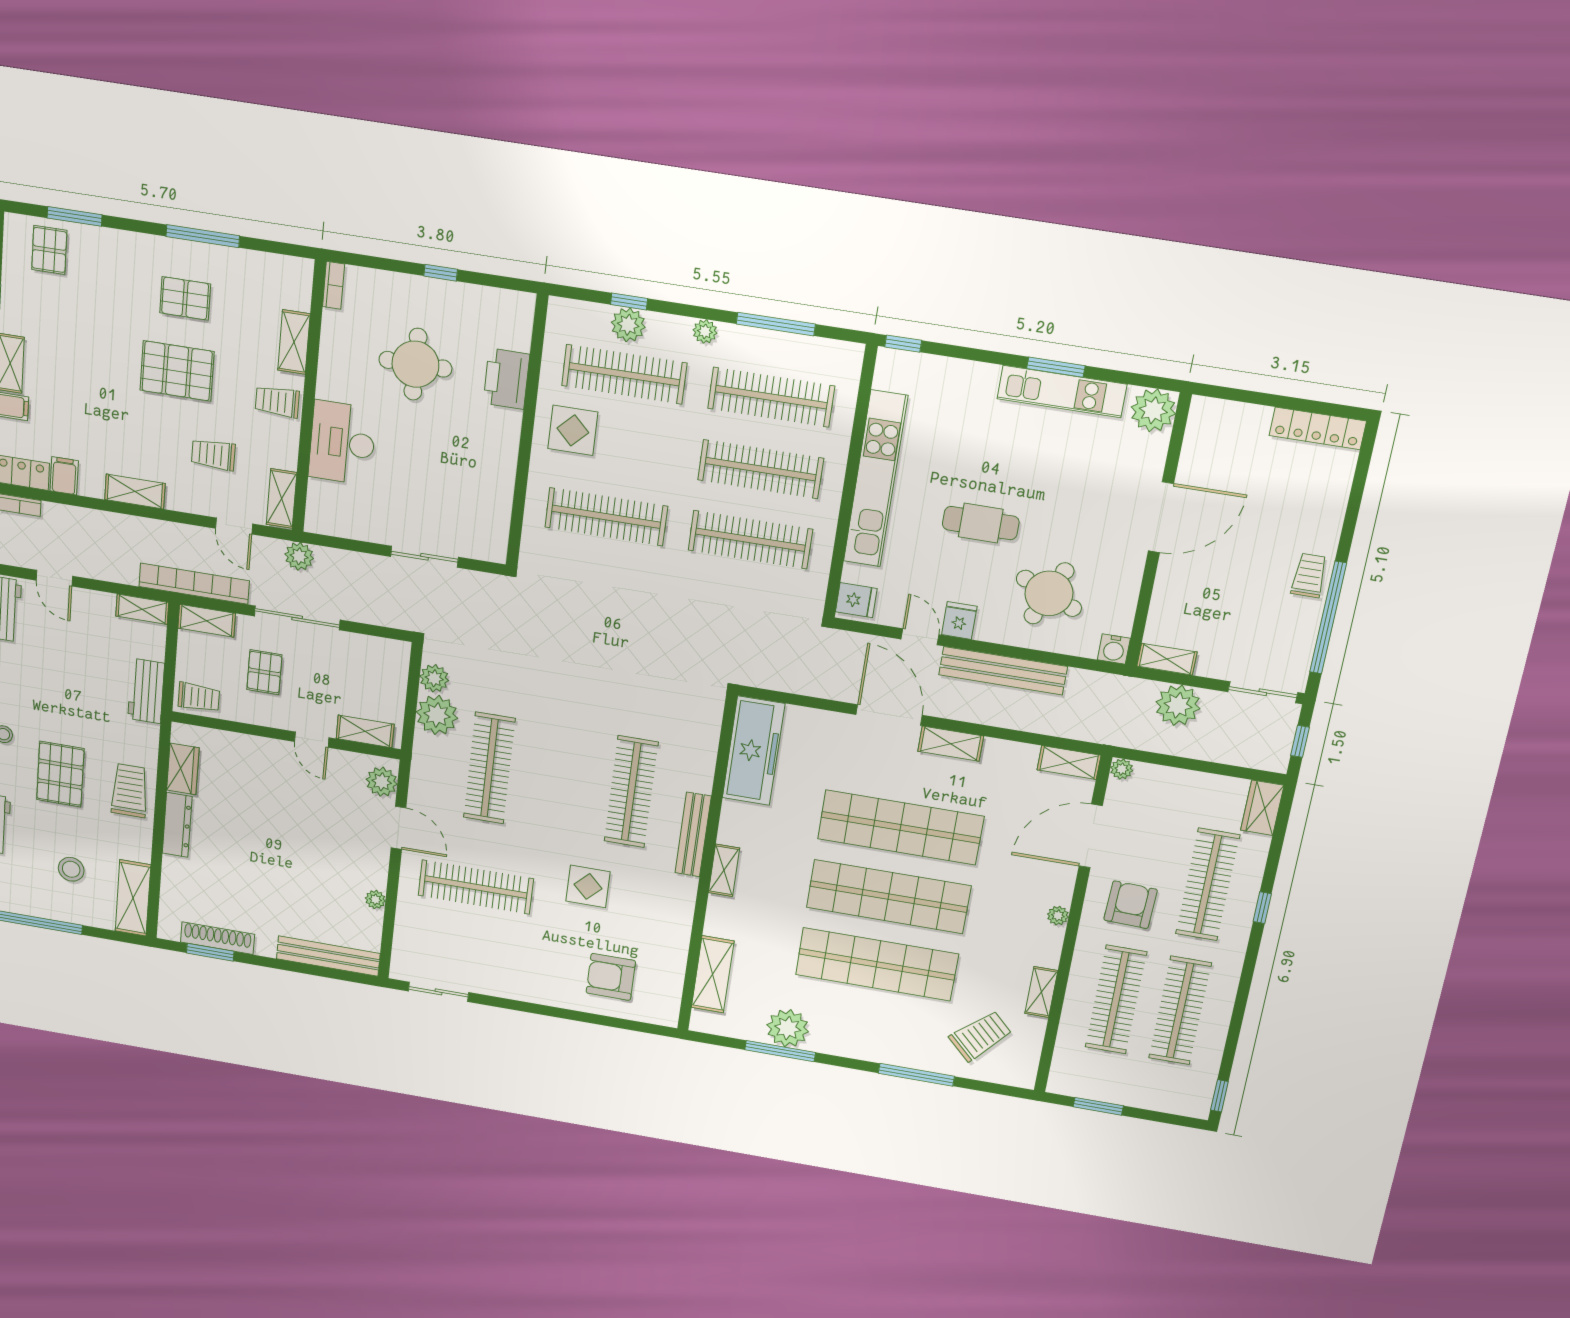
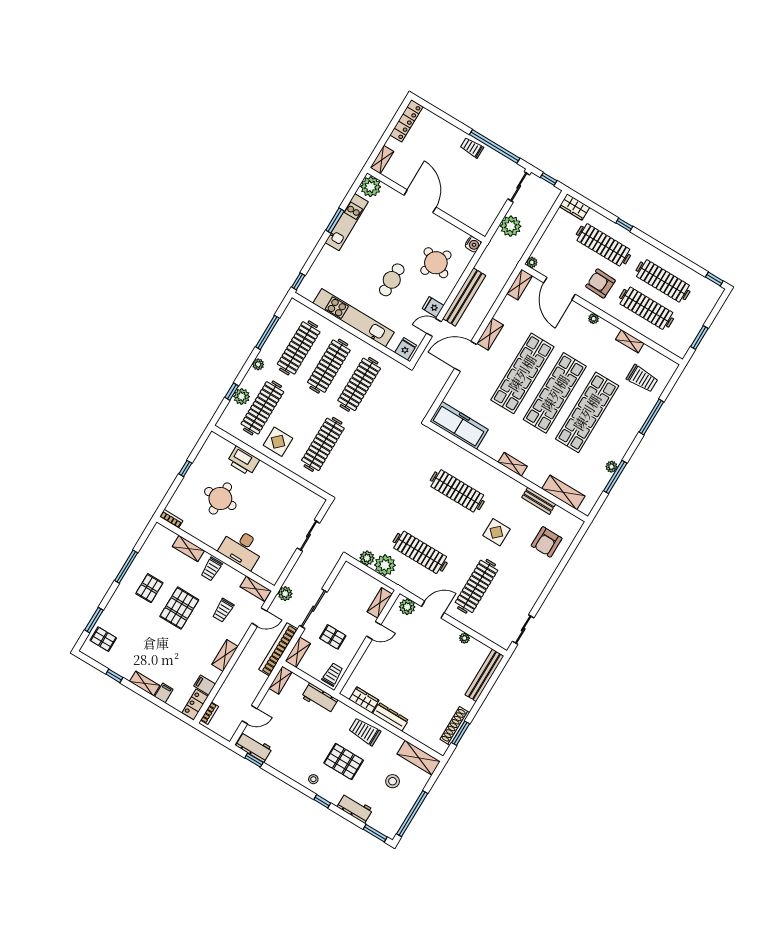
shelving: (1167, 659) -> (382, 160), moved
bench: (693, 835) -> (539, 501), moved, width x0.73
plant: (788, 1028) -> (611, 467), width x0.53, depth x0.53
trolley: (980, 1036) -> (642, 379), turned 135

